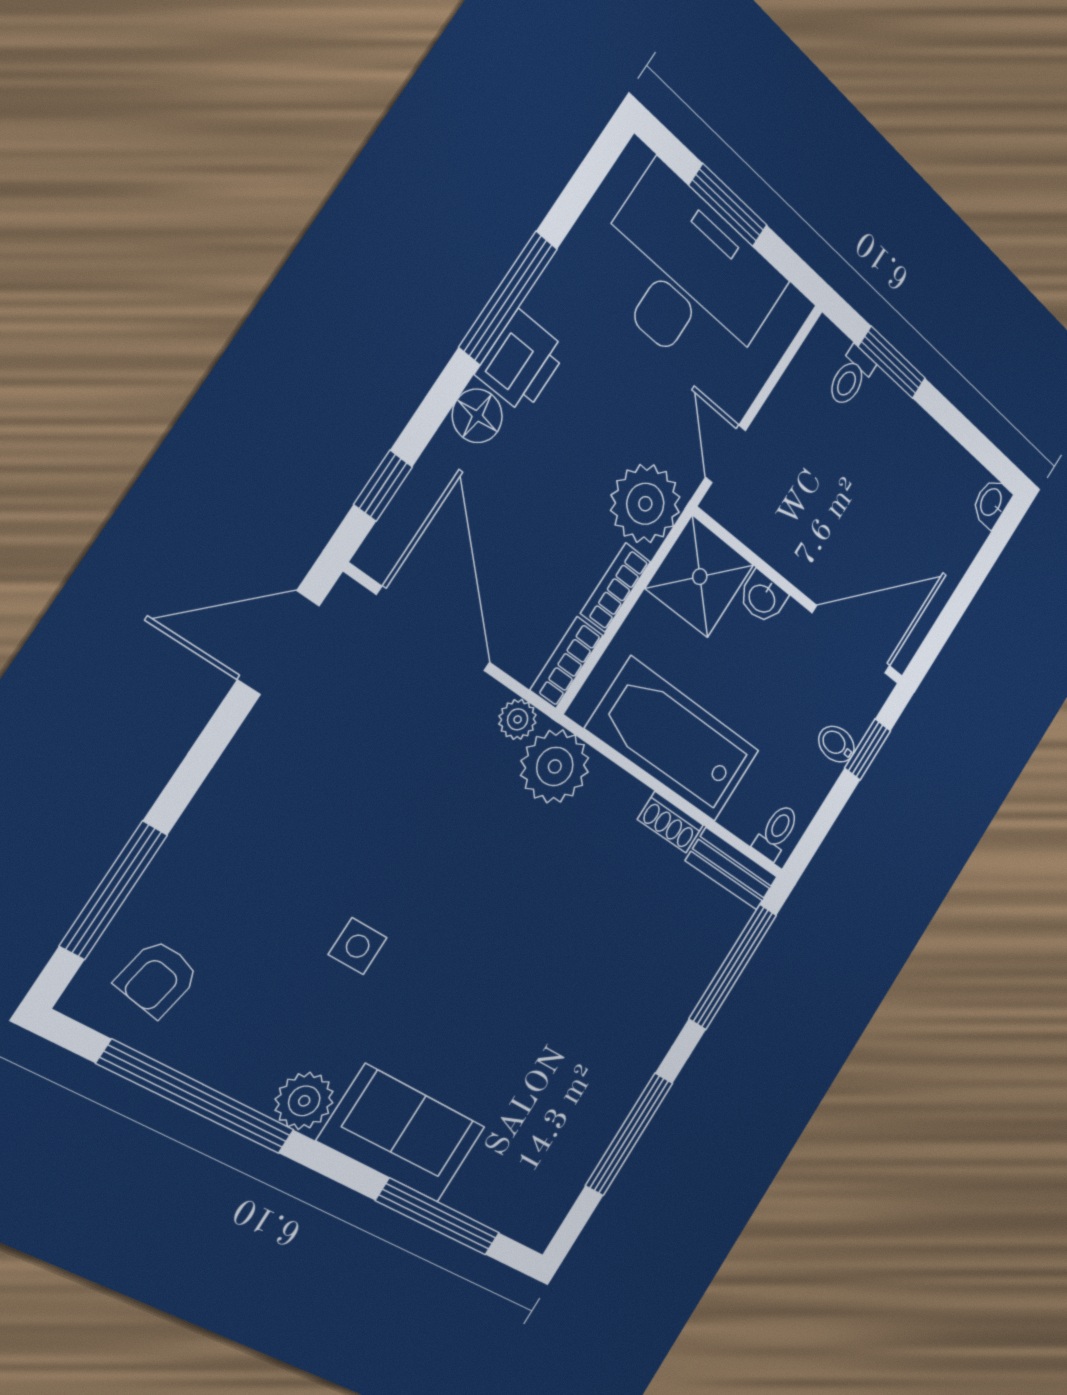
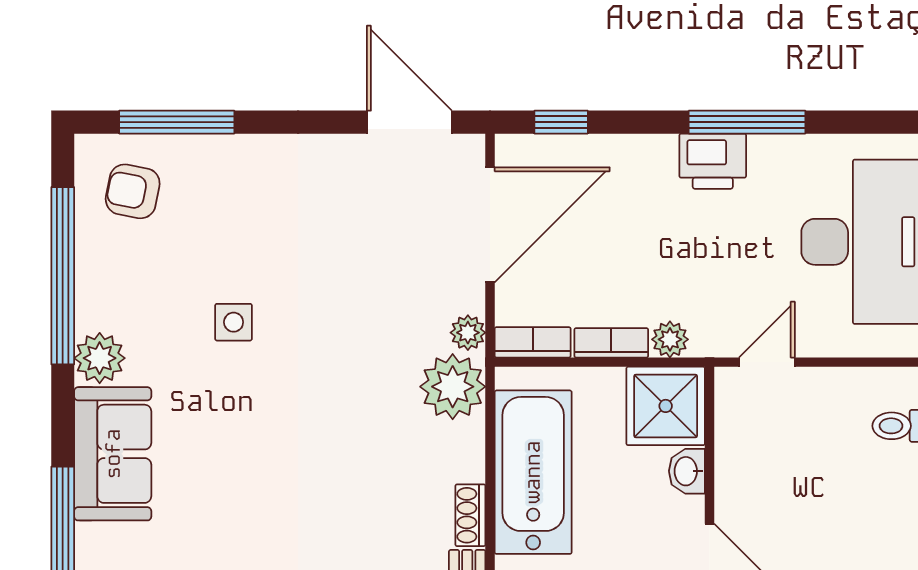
floor lamp: (477, 416) -> (654, 155), removed
plant: (645, 504) -> (670, 339), width x0.53, depth x0.53

